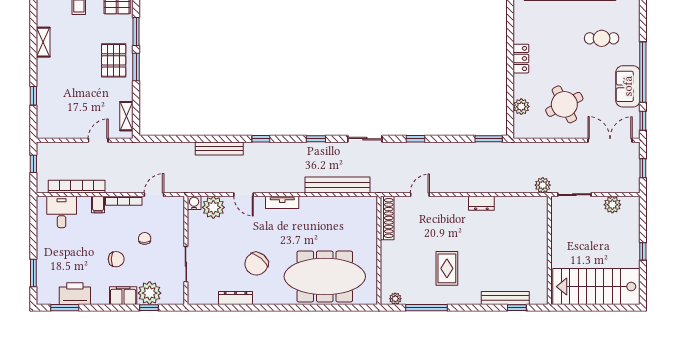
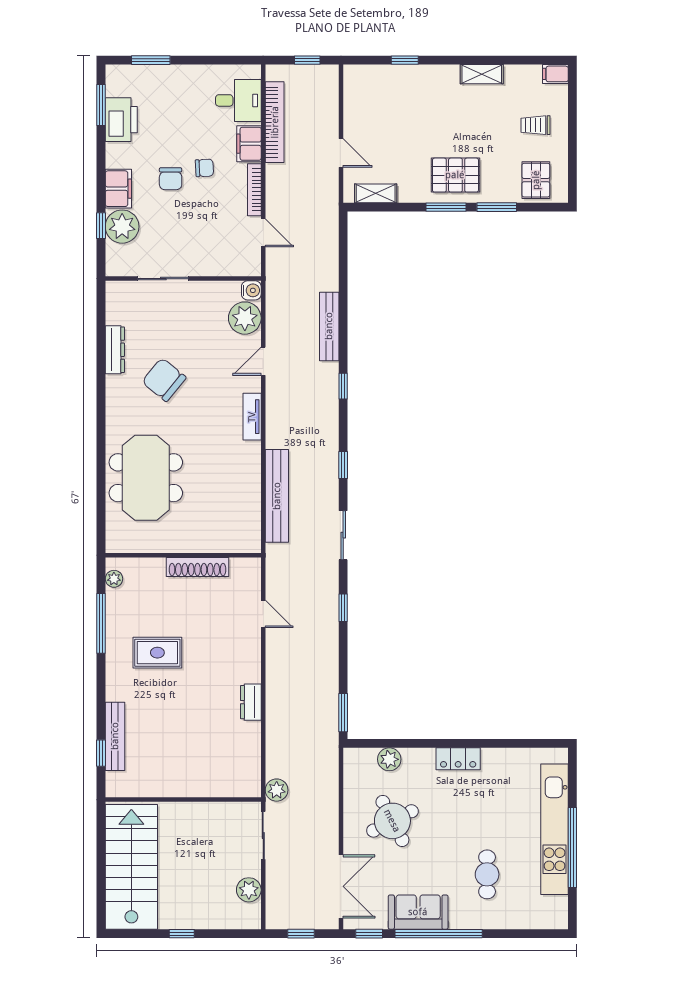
filing cabinet: (98, 204) -> (249, 144), width x2.00
shoe rack: (387, 218) -> (198, 567), moved
chair: (145, 238) -> (204, 168), moved
meeting table: (325, 276) -> (146, 478), width x0.73

